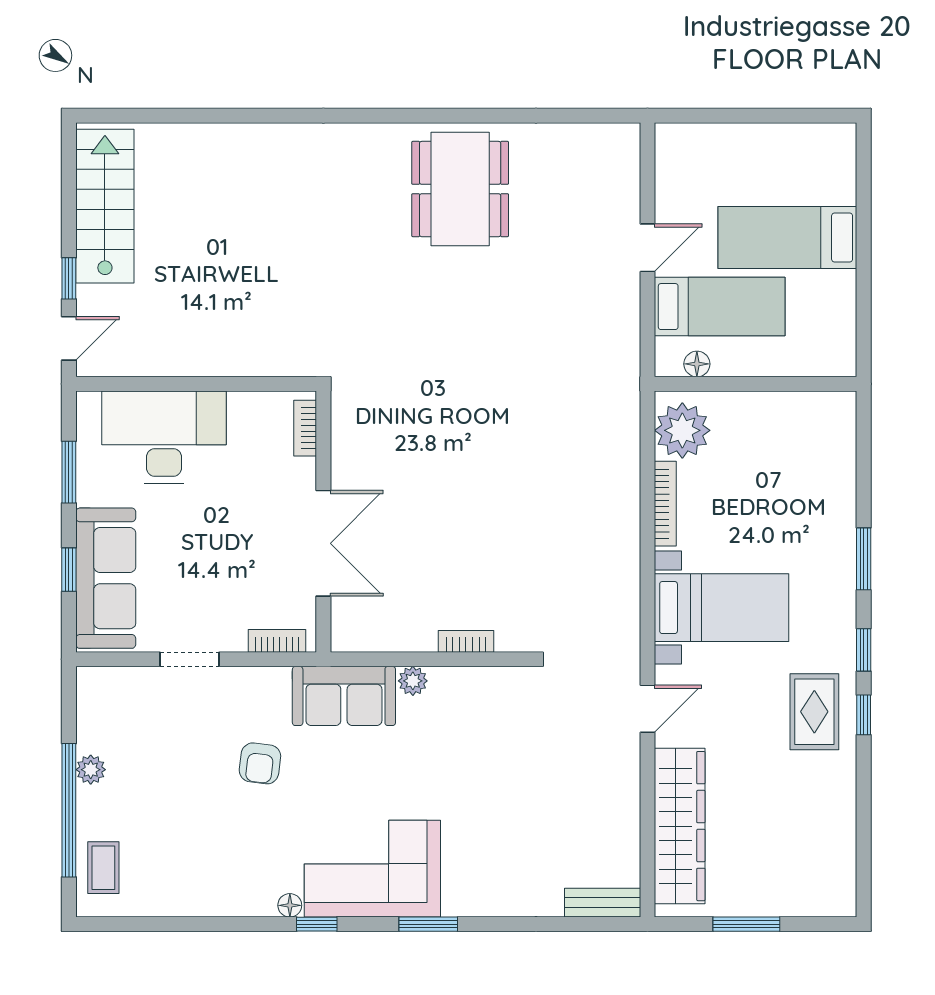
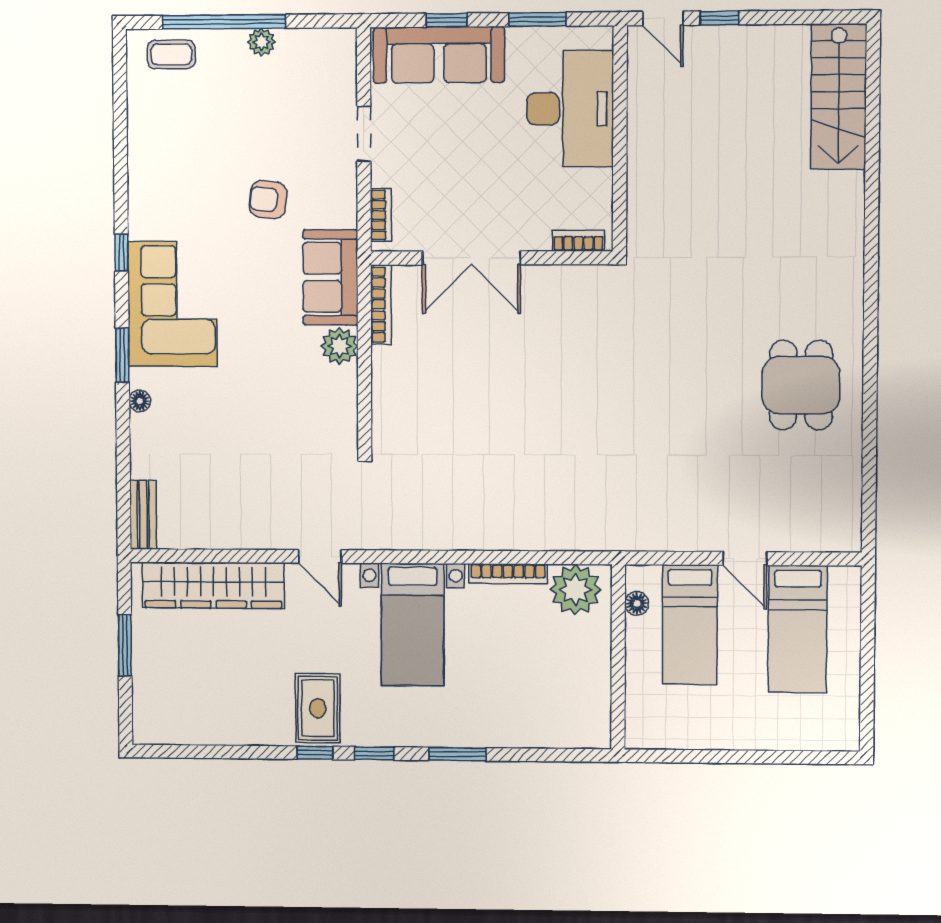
dining table: (460, 189) -> (801, 385), width x0.73
stairs: (105, 206) -> (839, 97), moved, turned 90
bed: (787, 238) -> (798, 629), moved, turned 180
bookcase: (466, 641) -> (381, 305), moved, width x1.56
plant: (413, 681) -> (340, 346), width x1.38, depth x1.38
rug: (814, 712) -> (318, 708), turned 90
floor lamp: (290, 905) -> (140, 401), moved

